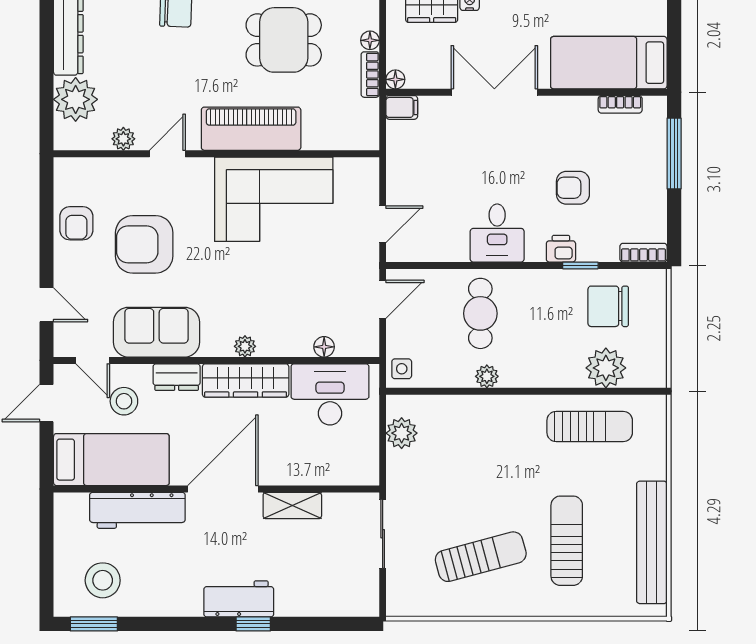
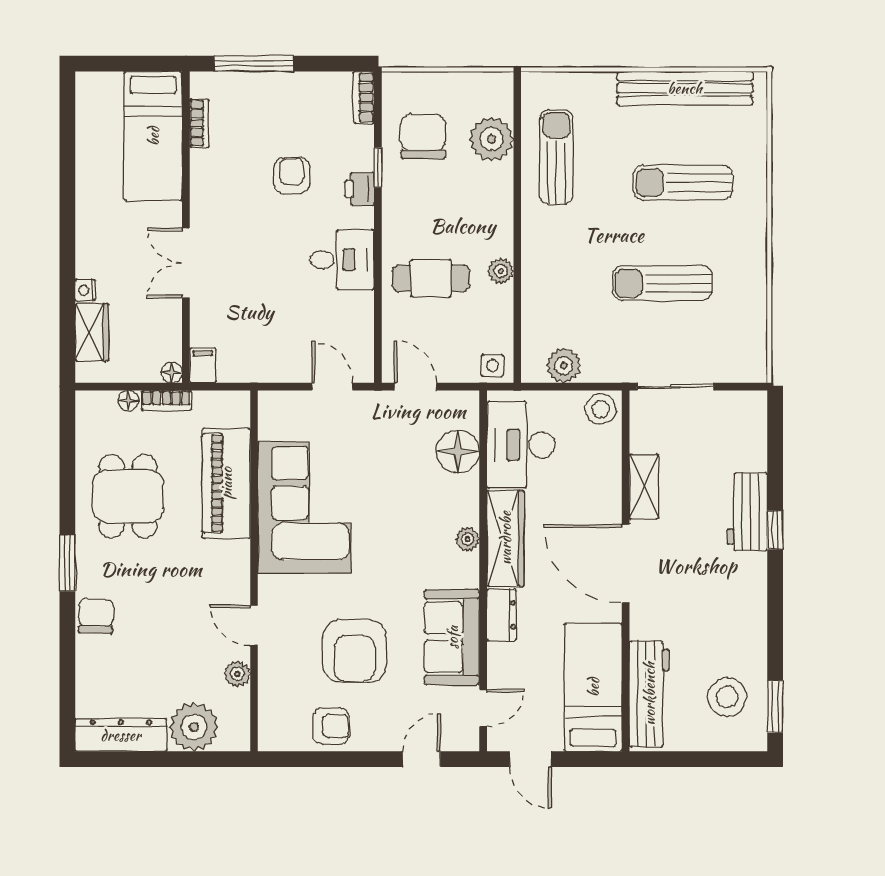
double door: (494, 92) -> (186, 263), width x0.73
piano: (251, 129) -> (226, 483), moved
armchair: (573, 188) -> (292, 176), turned 180
chair: (608, 306) -> (423, 137), turned 180
floor lamp: (324, 347) -> (458, 452), width x1.89, depth x1.89
stool: (124, 401) -> (601, 409), moved
workbench: (137, 510) -> (649, 694), moved
sun lounger: (481, 557) -> (662, 283), moved, turned -75
workbench: (239, 599) -> (747, 512), moved

